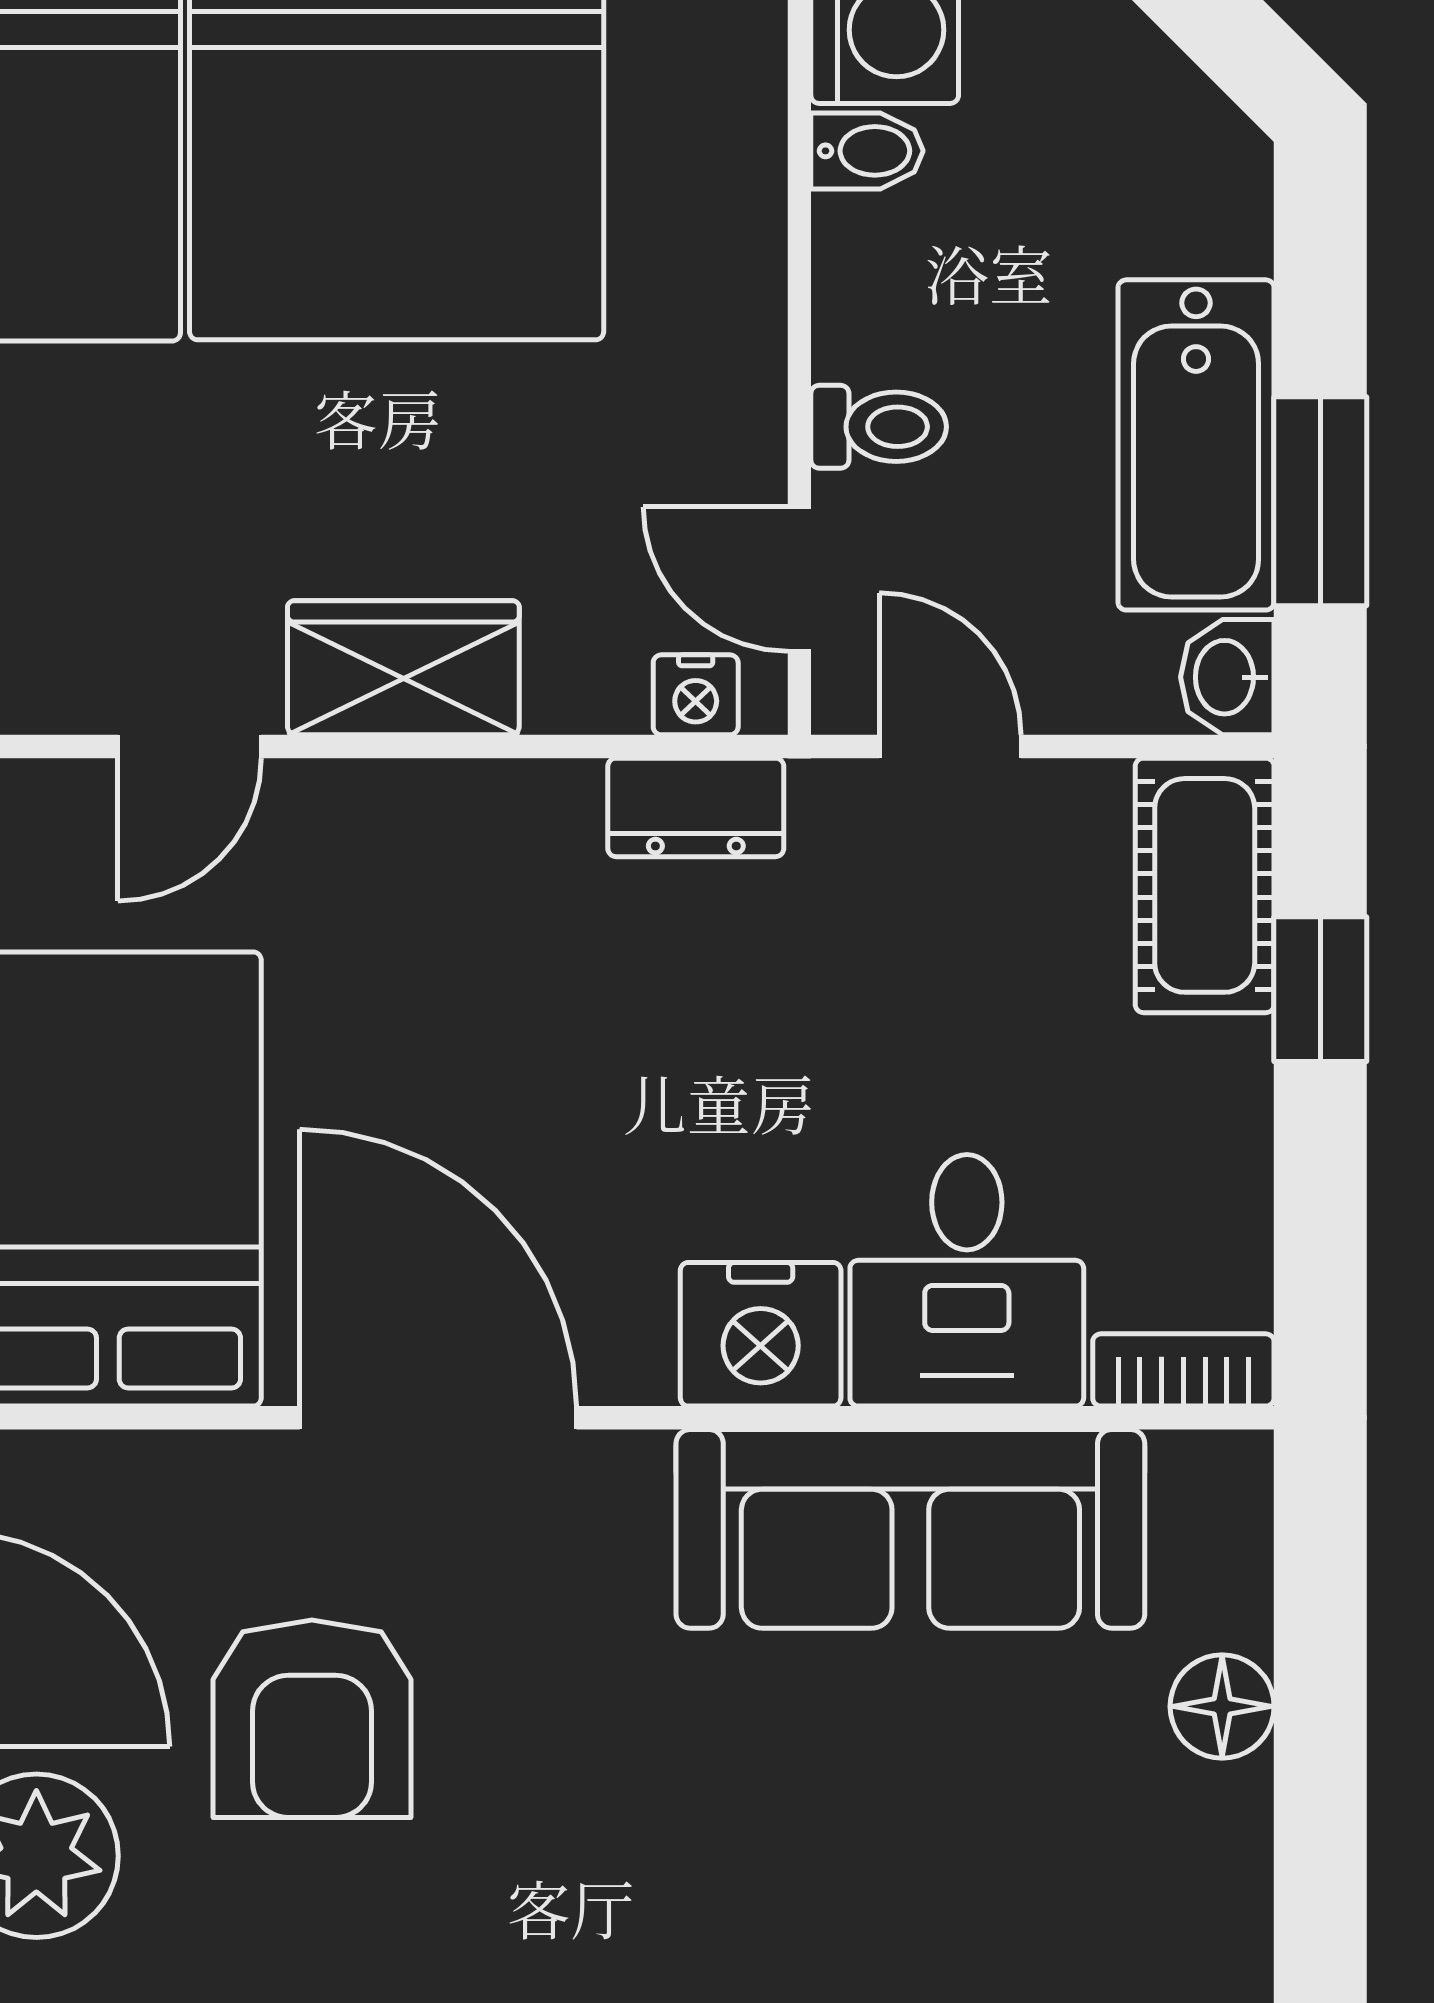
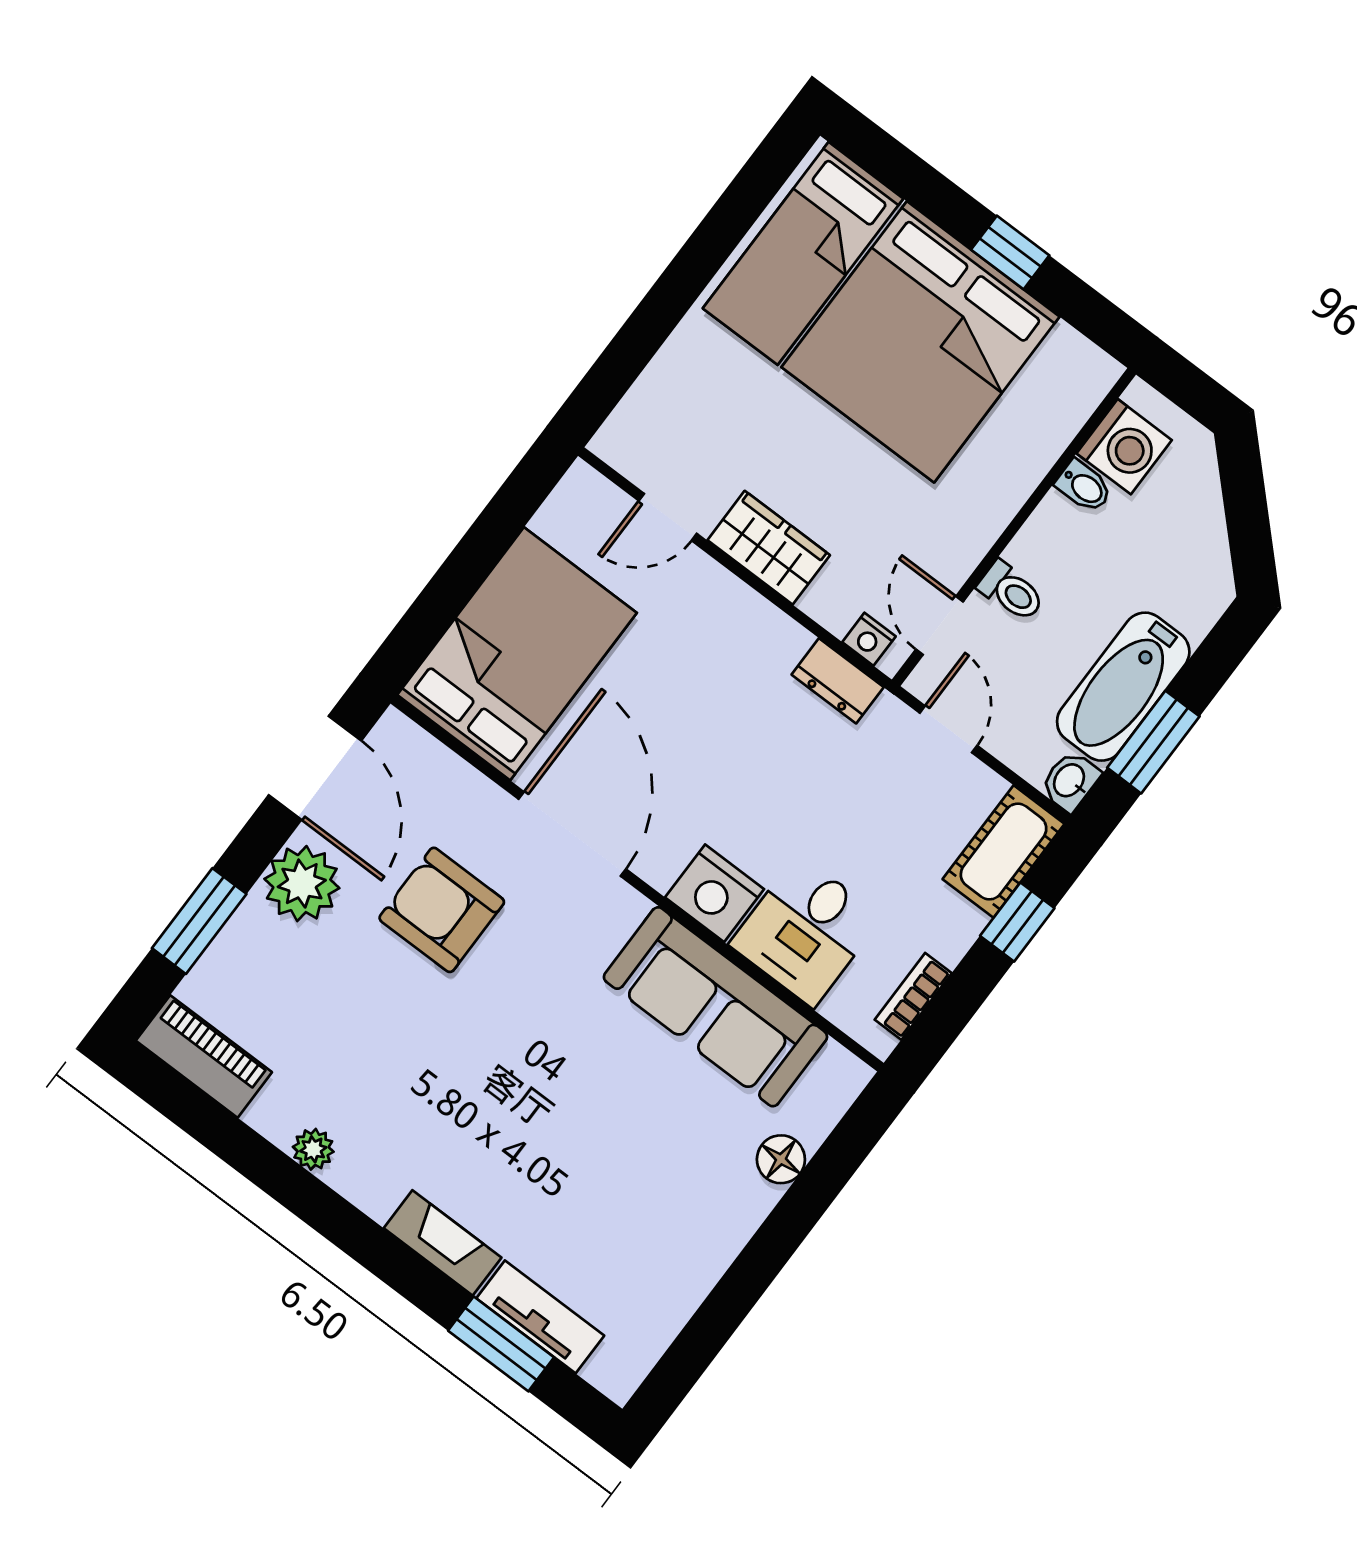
bookcase: (1183, 1370) -> (913, 996), moved, turned -90
armchair: (312, 1719) -> (442, 910), turned 90

